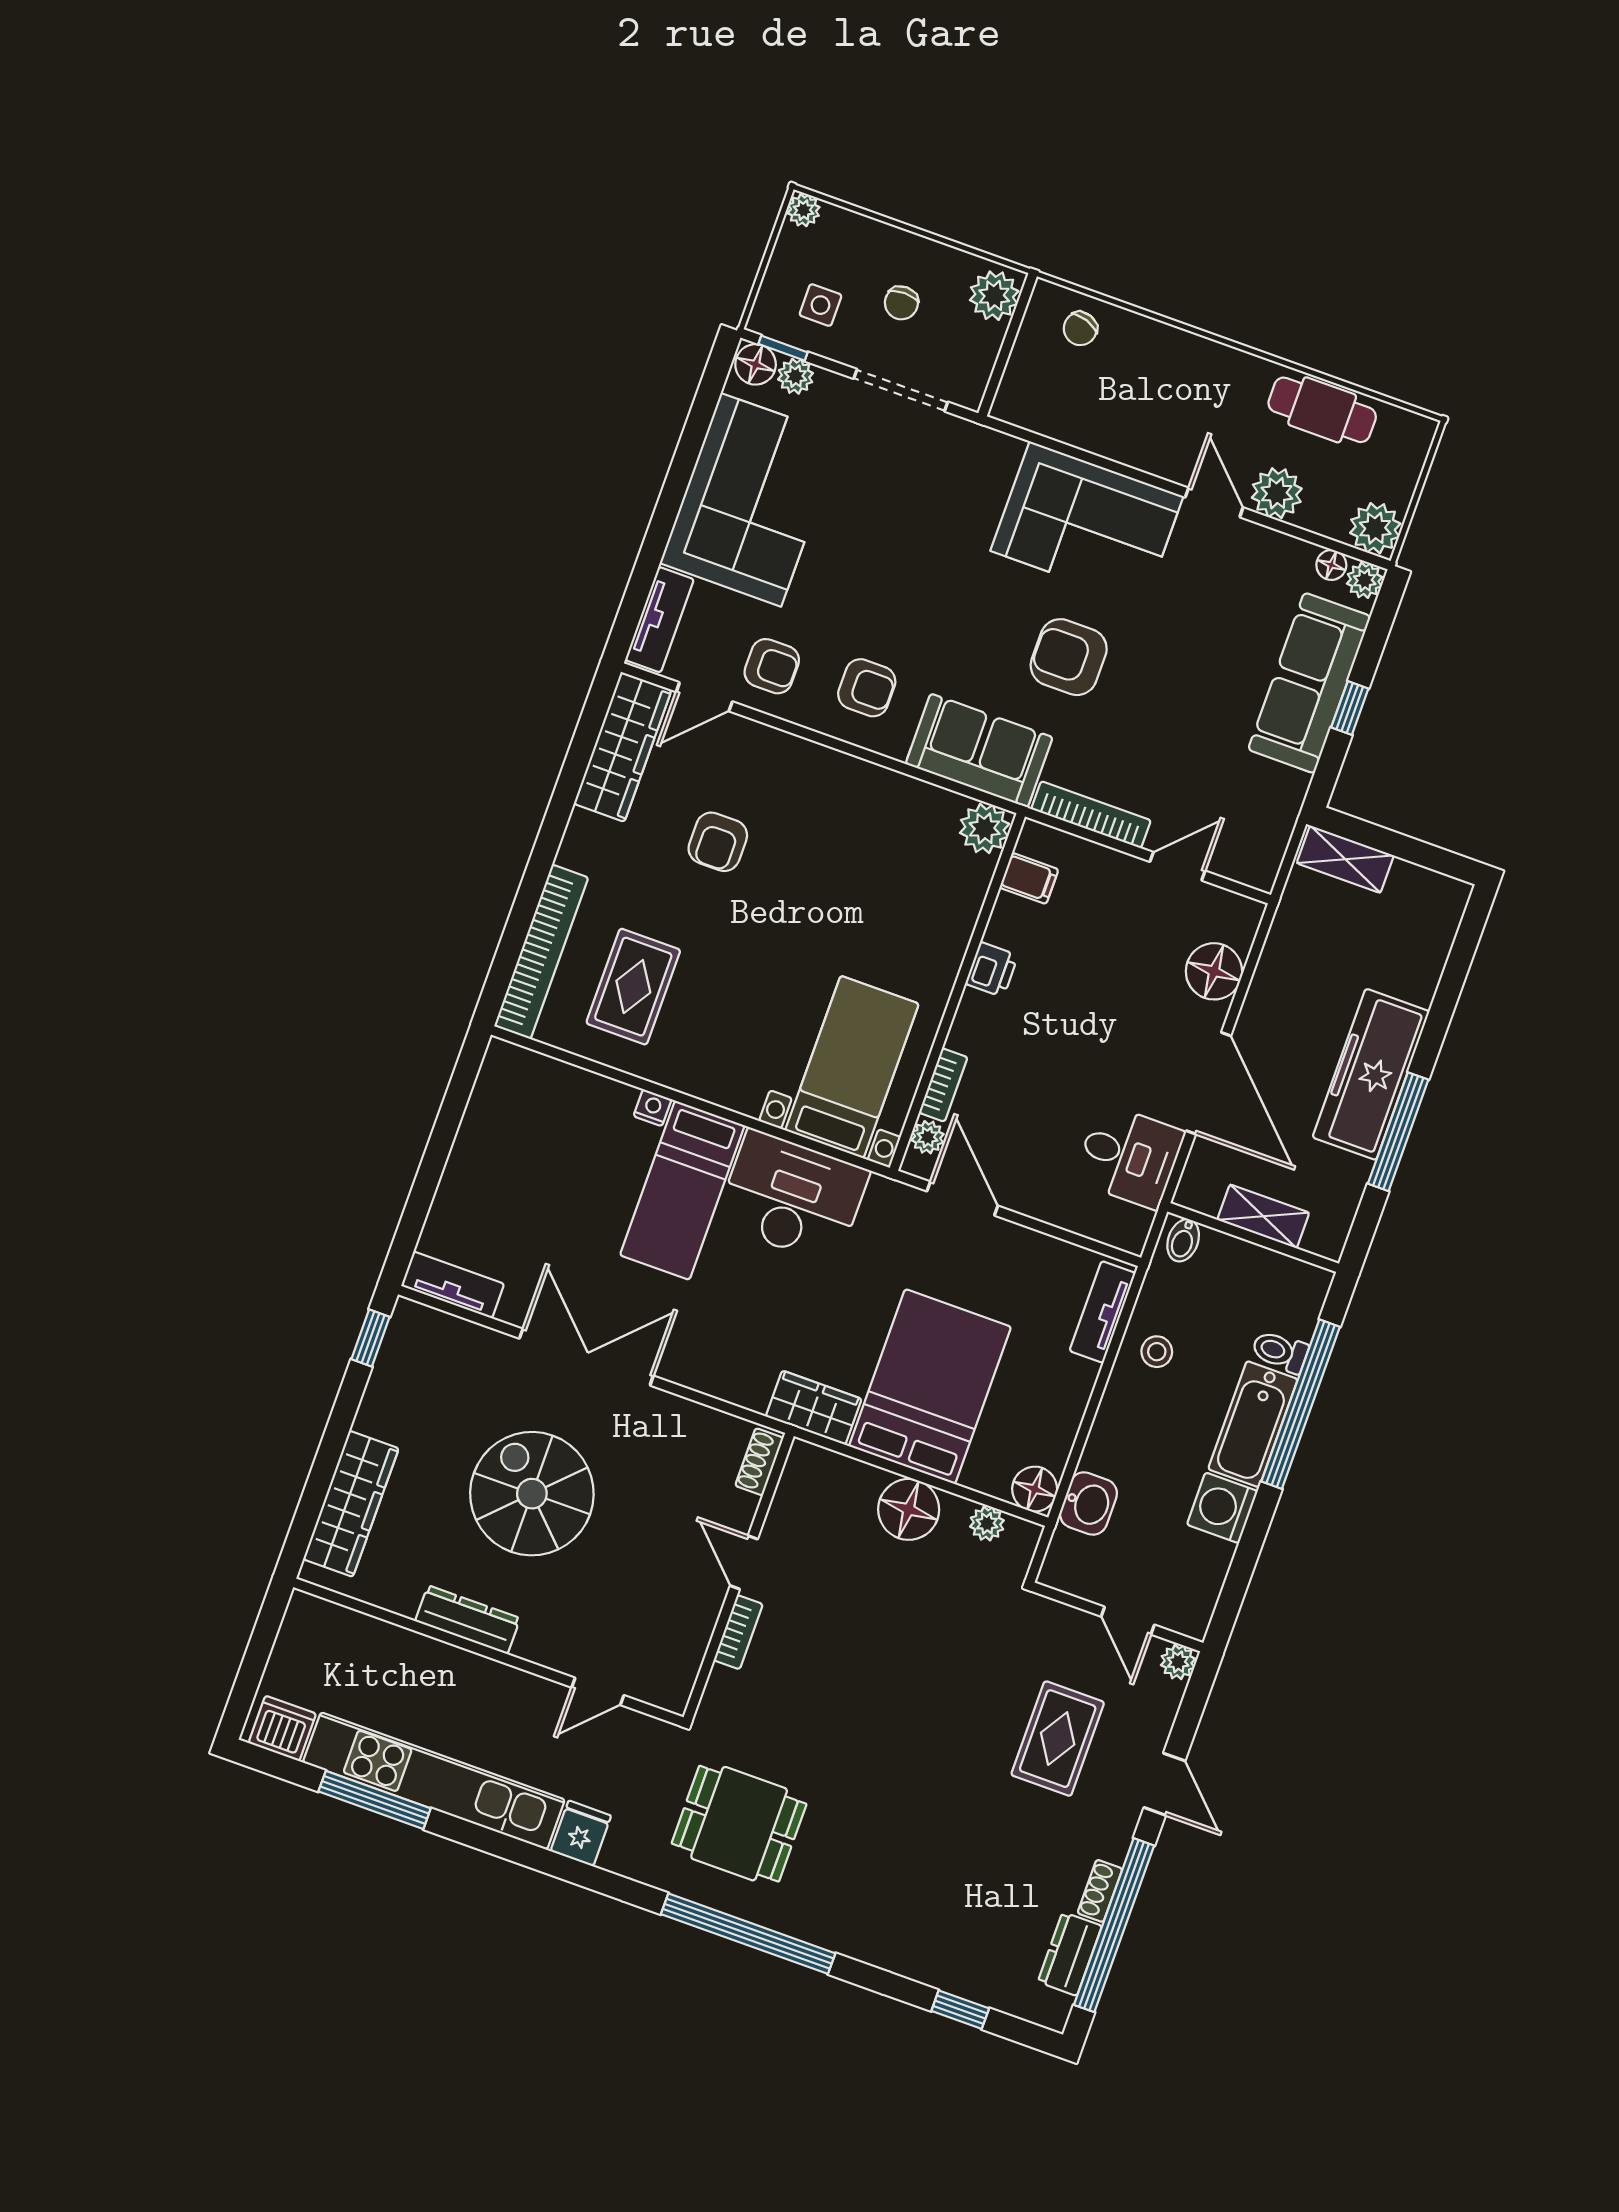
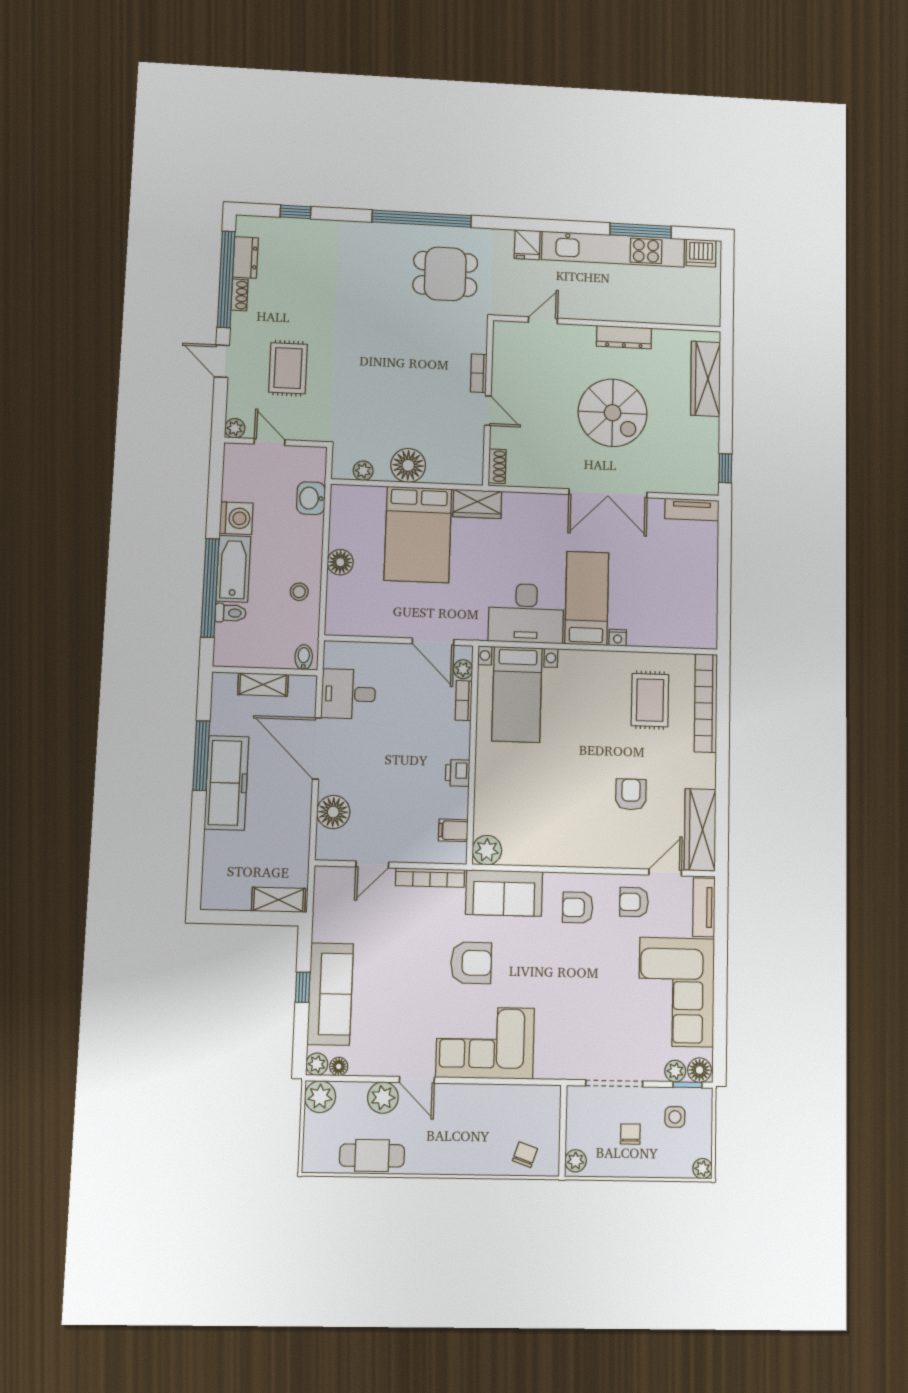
plant: (994, 296) -> (576, 1161), width x0.73, depth x0.73
tv unit: (1103, 1312) -> (336, 604), removed
floor lamp: (1035, 1489) -> (340, 562), moved

